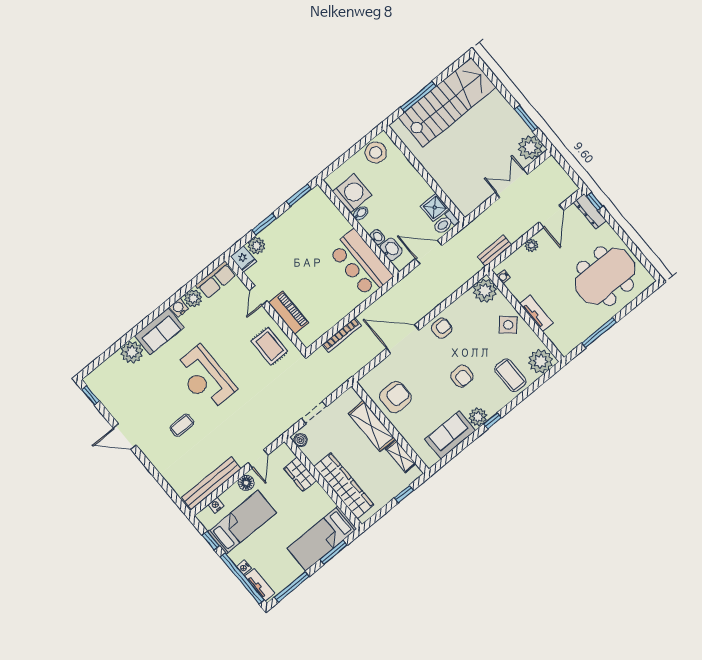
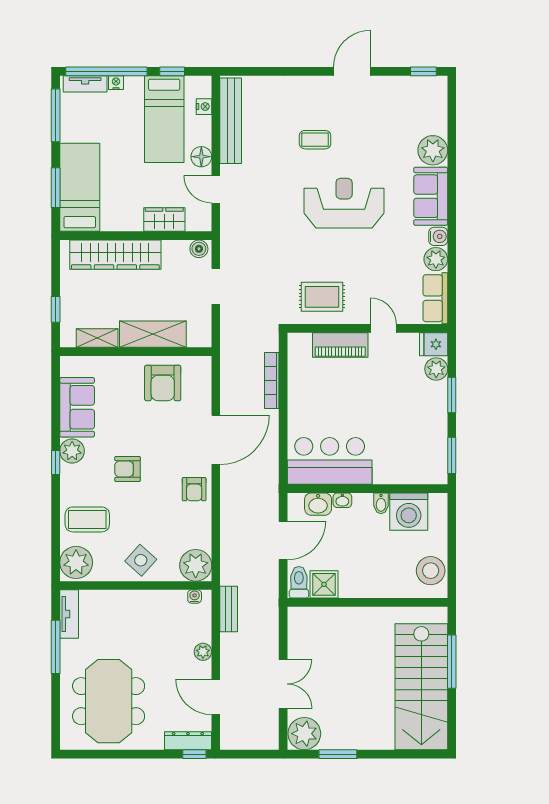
tv unit: (536, 313) -> (69, 614), moved, turned -90
coffee table: (182, 425) -> (315, 140), turned 90

